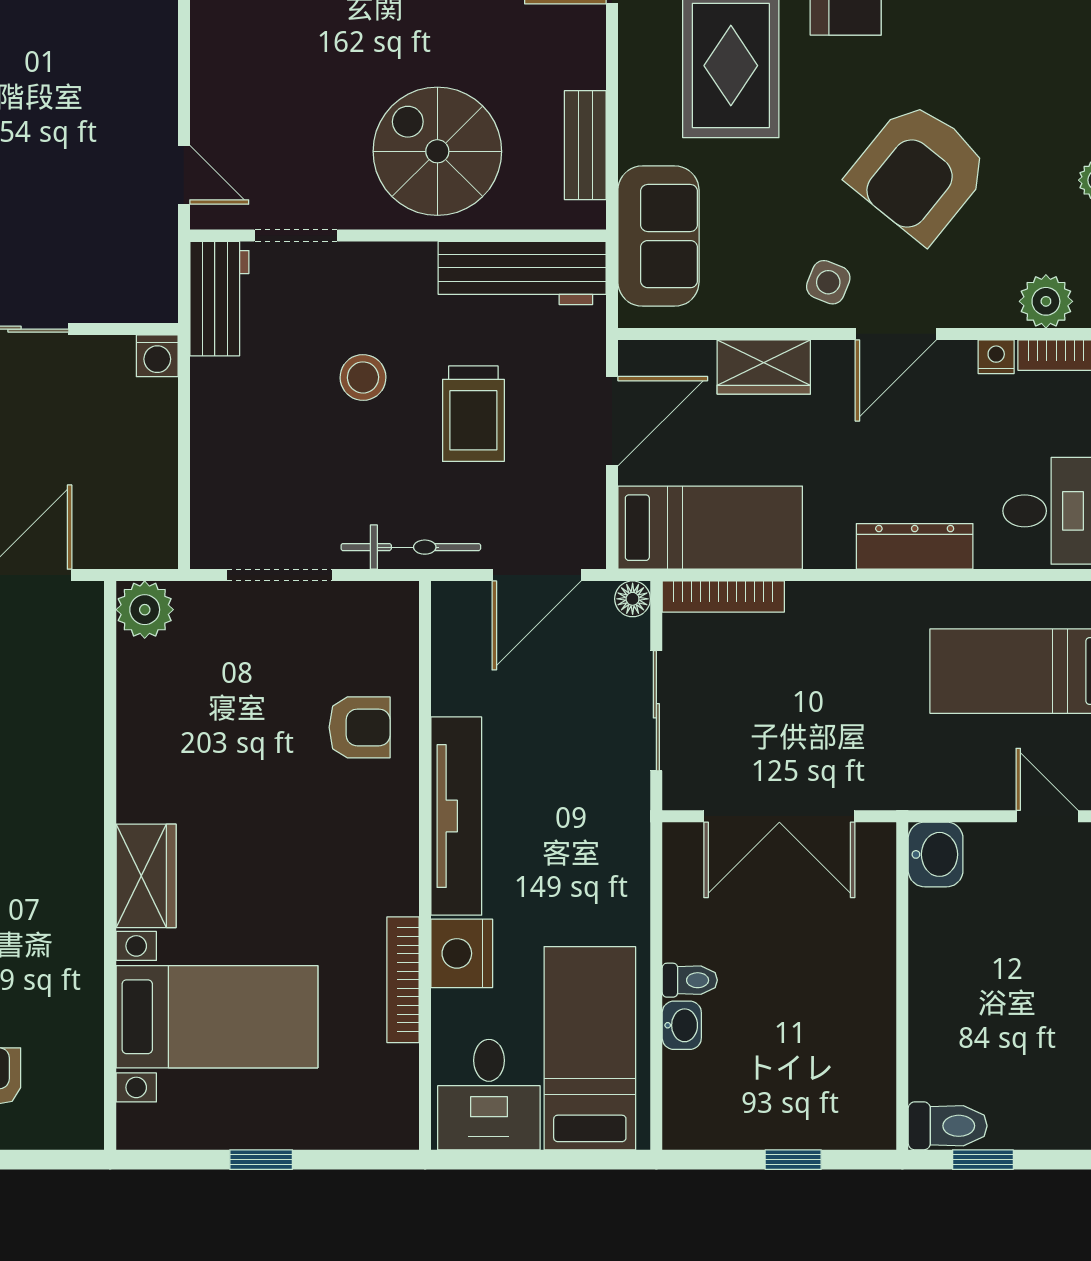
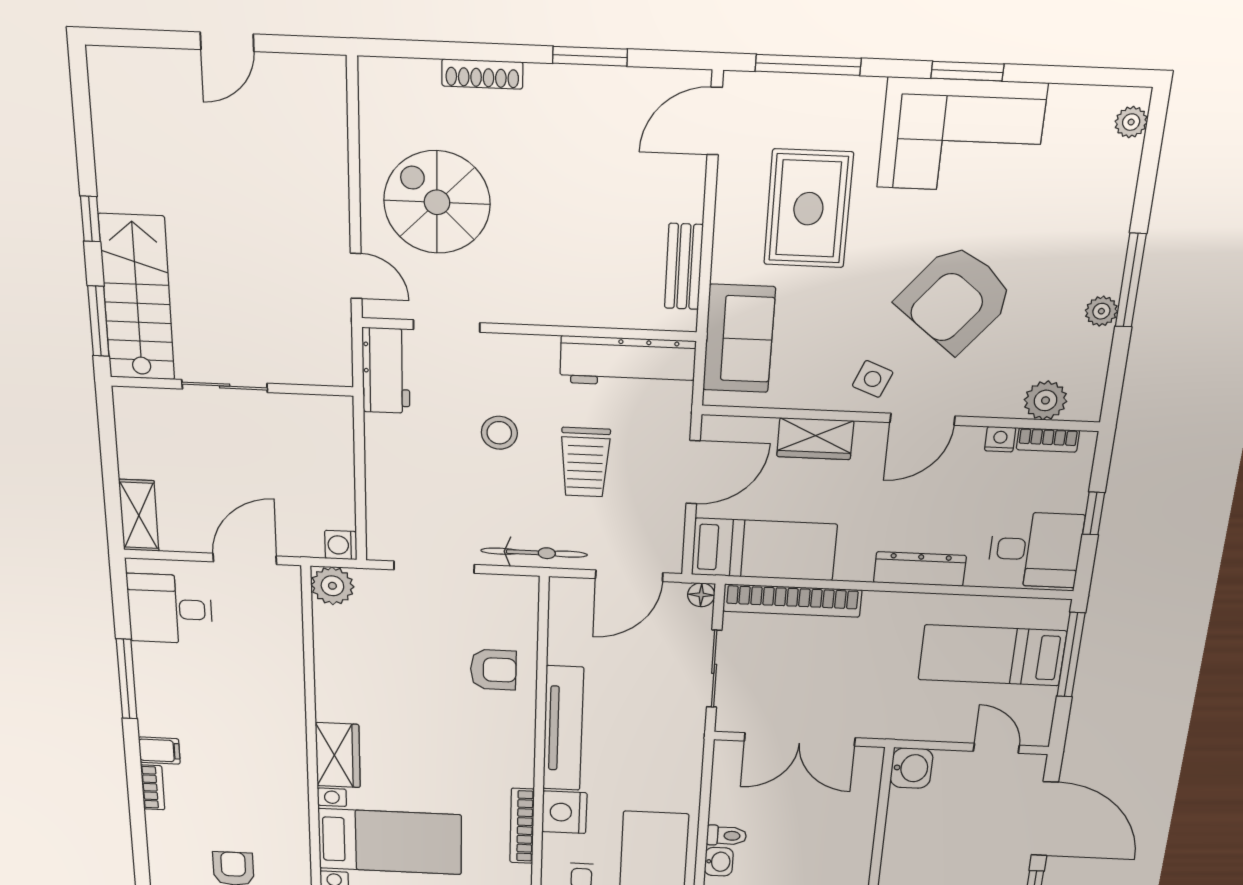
spiral stairs: (437, 151) -> (437, 202), moved
washing machine: (157, 356) -> (341, 545), moved, turned 90
bookcase: (723, 597) -> (792, 601), width x1.48, depth x1.31

